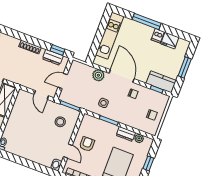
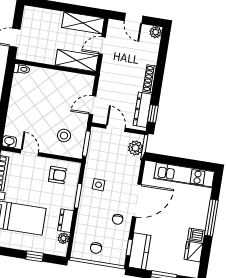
dresser: (53, 57) -> (142, 110), width x1.44
plant: (98, 75) -> (136, 148), moved
armchair: (87, 144) -> (57, 175), moved
door: (68, 151) -> (30, 153), swing flipped

